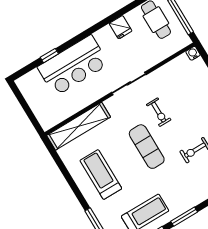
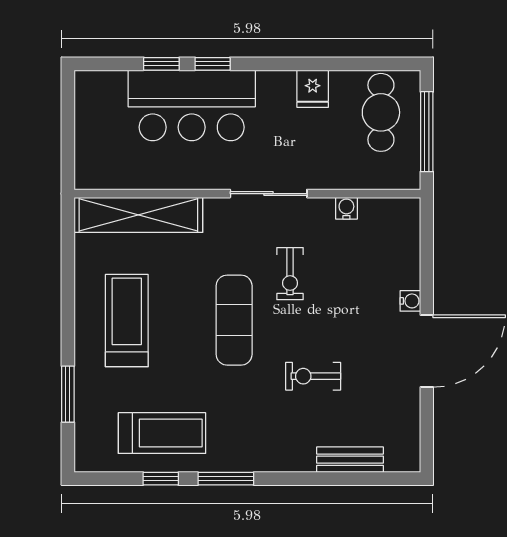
window: (71, 42) -> (213, 64), added
water cooler: (193, 53) -> (346, 208), moved

